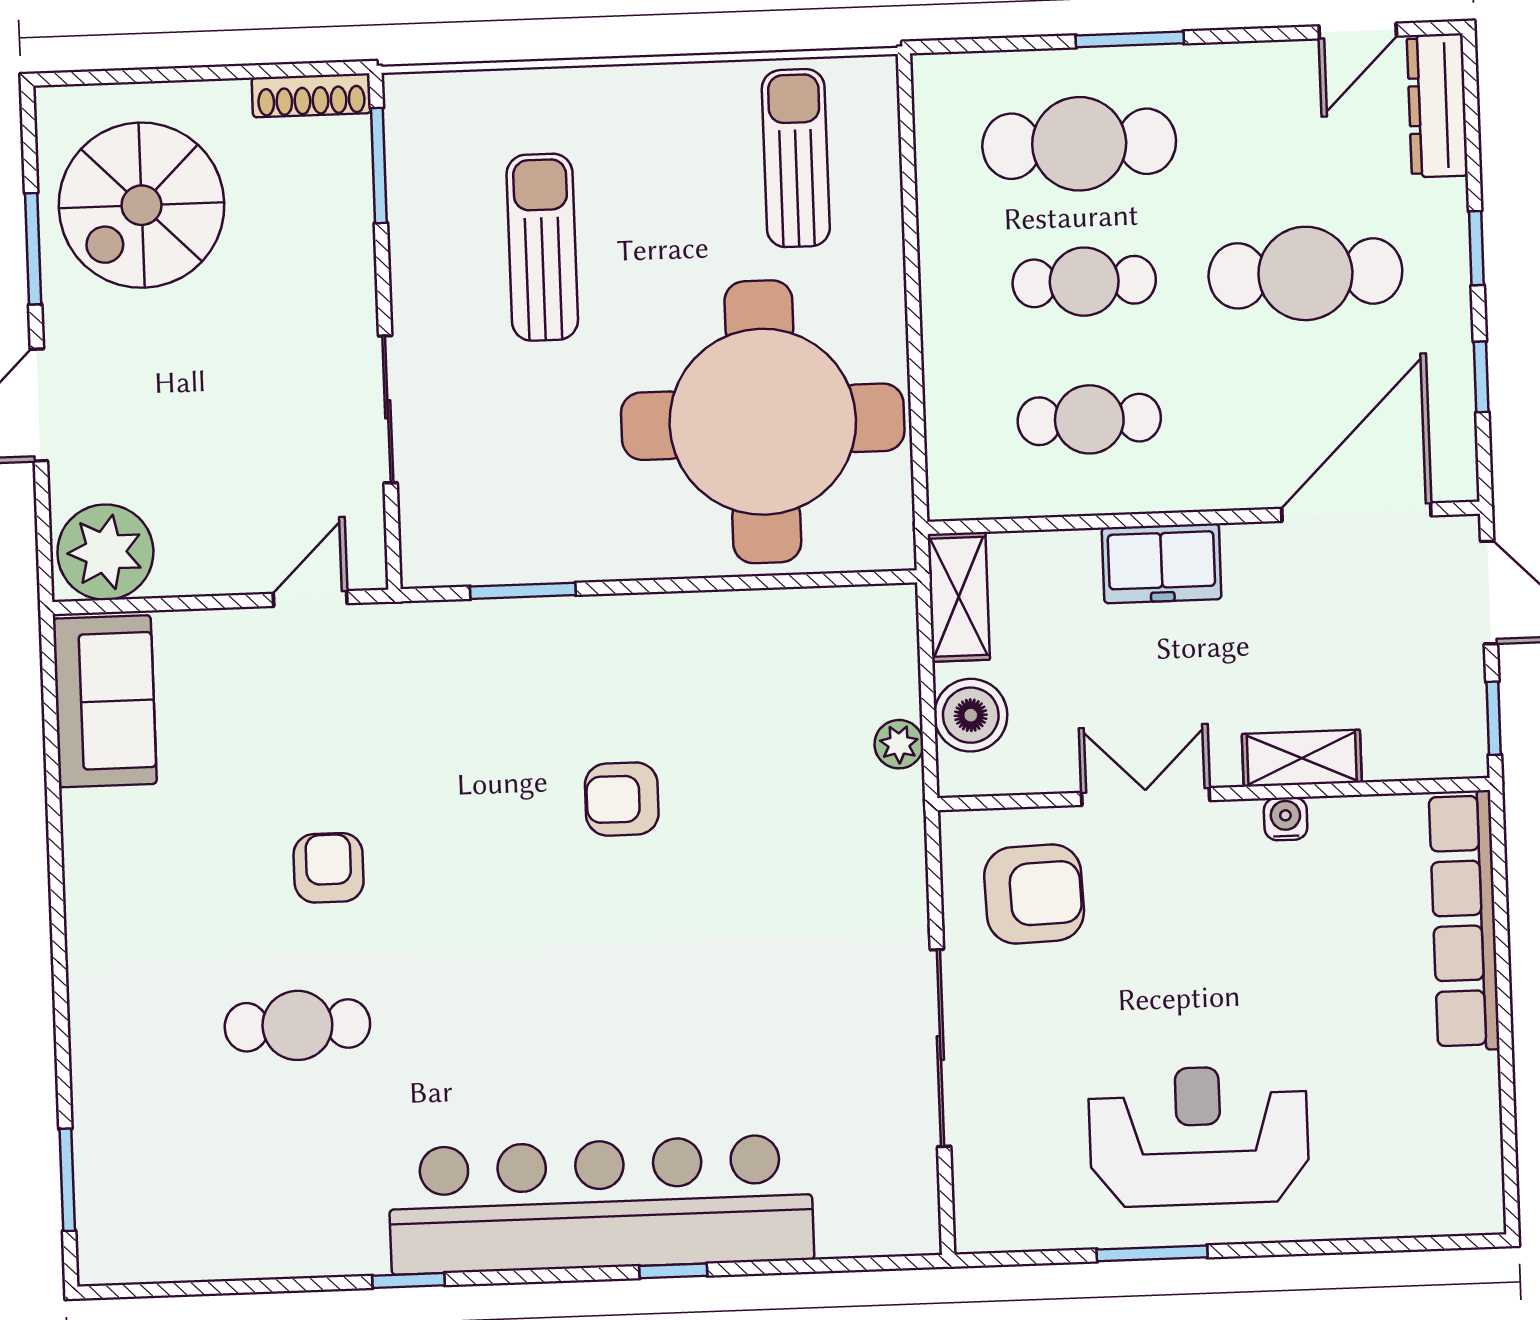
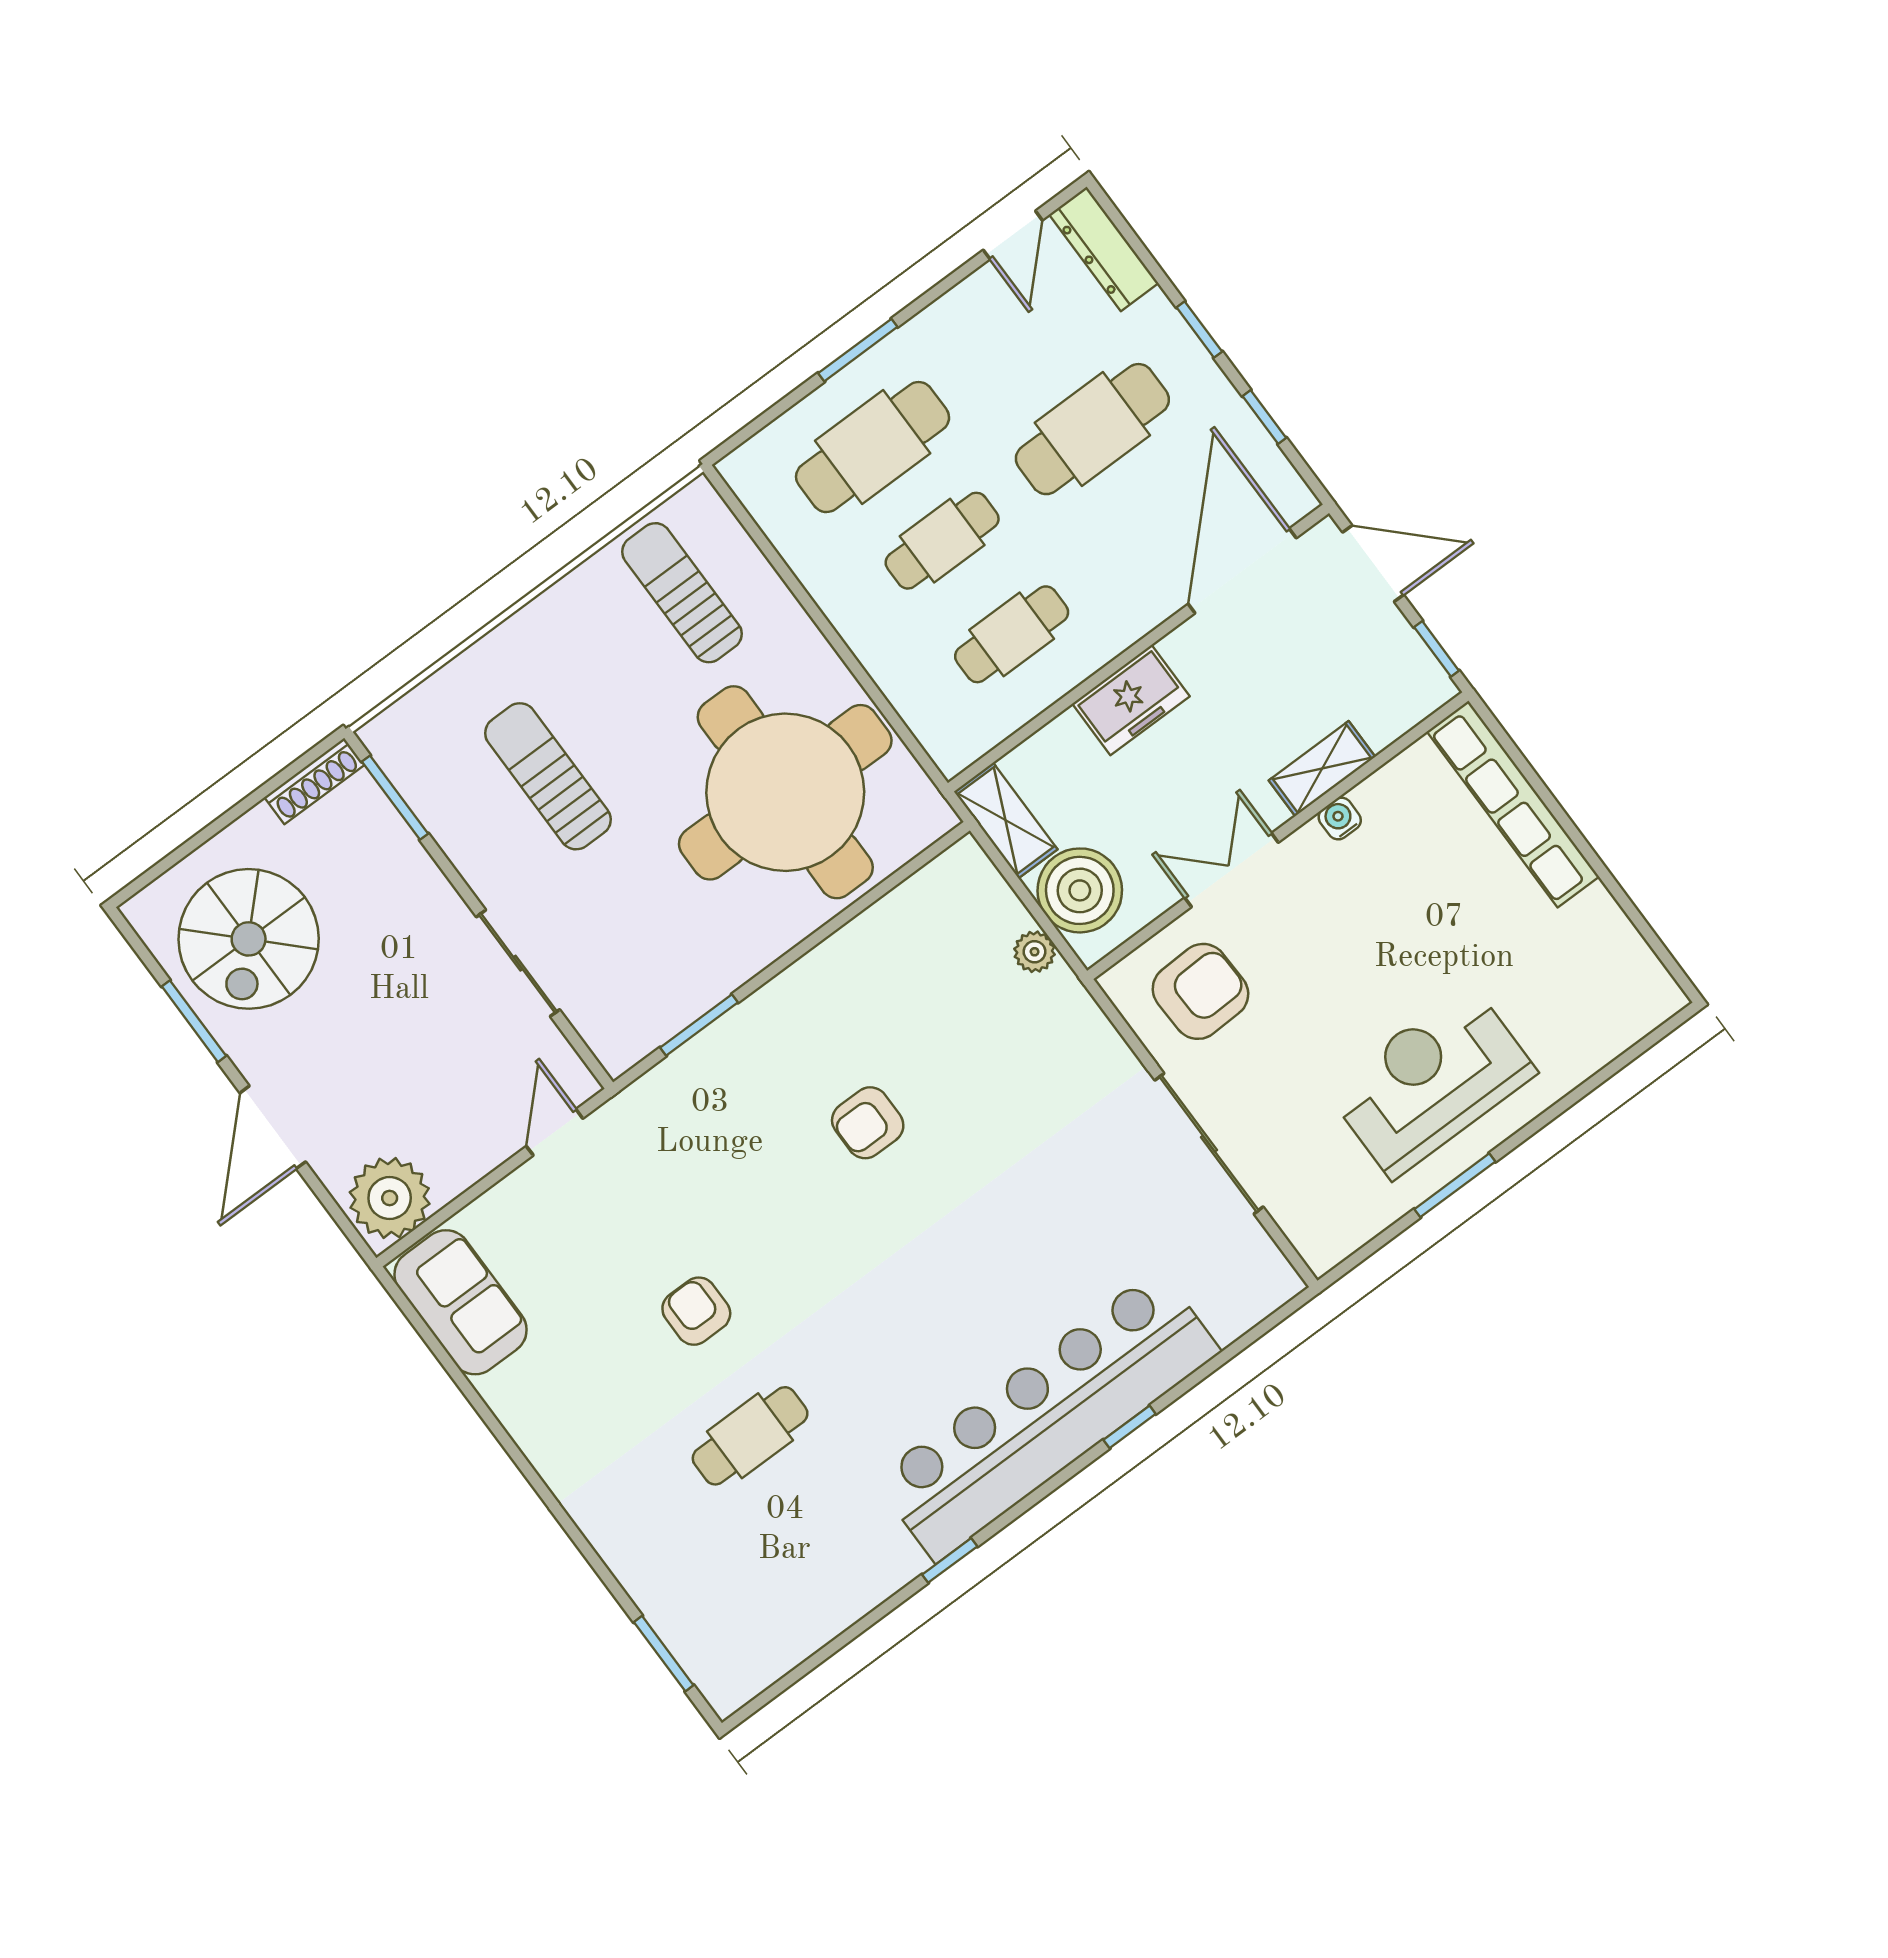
boiler: (971, 715) -> (1080, 890), width x1.37, depth x1.37

